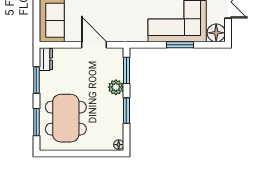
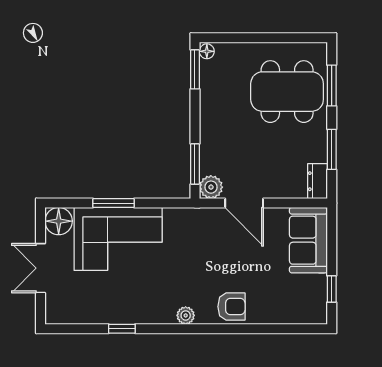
plant: (116, 87) -> (211, 187), moved
window: (126, 111) -> (195, 69), moved
dining table: (66, 118) -> (287, 92), turned 90

